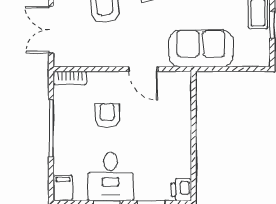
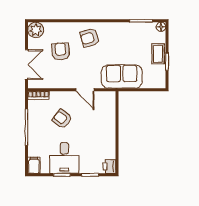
double door: (51, 30) -> (26, 65), swing flipped
armchair: (107, 115) -> (62, 119), turned -52

